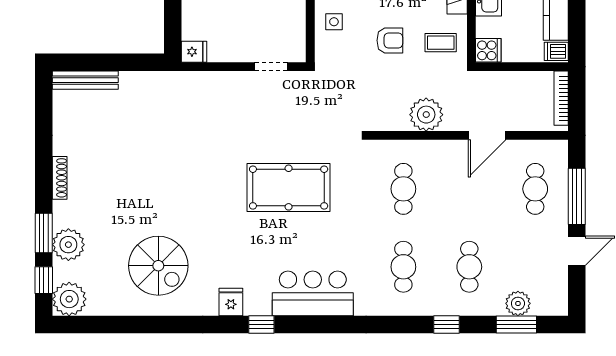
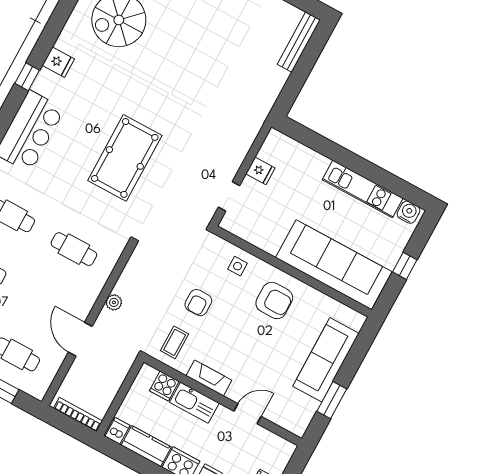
cooker: (488, 50) -> (164, 386), moved
fridge: (194, 52) -> (260, 171), moved, turned -90
plant: (426, 115) -> (114, 302), width x0.53, depth x0.53

